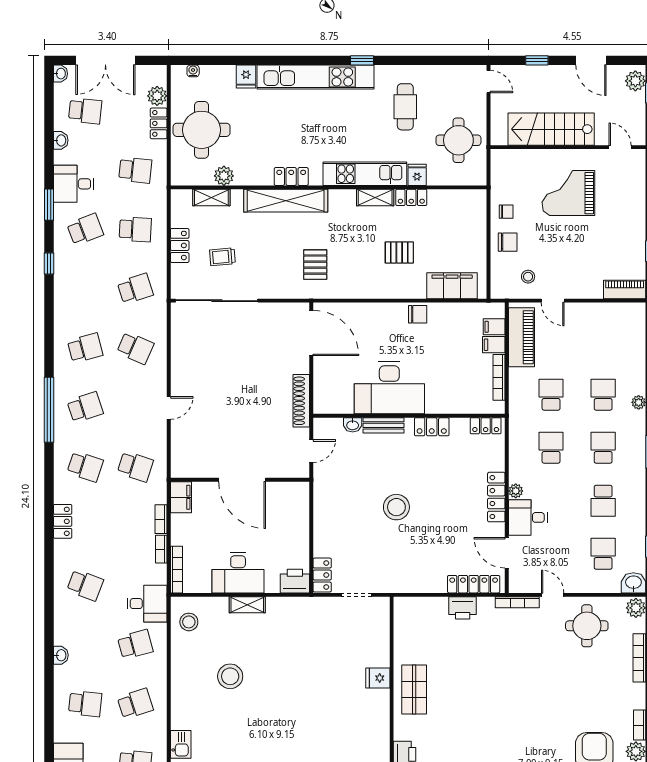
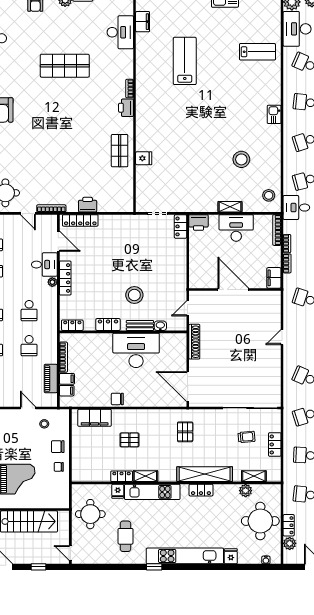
piano: (521, 337) -> (51, 379), width x0.73, depth x0.75
stool: (396, 507) -> (134, 295), moved

